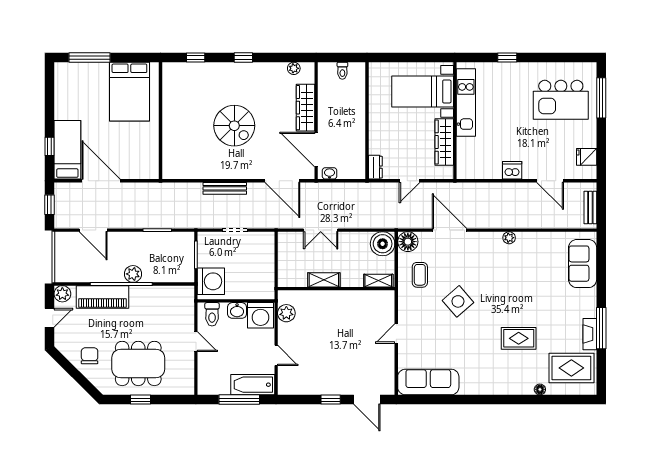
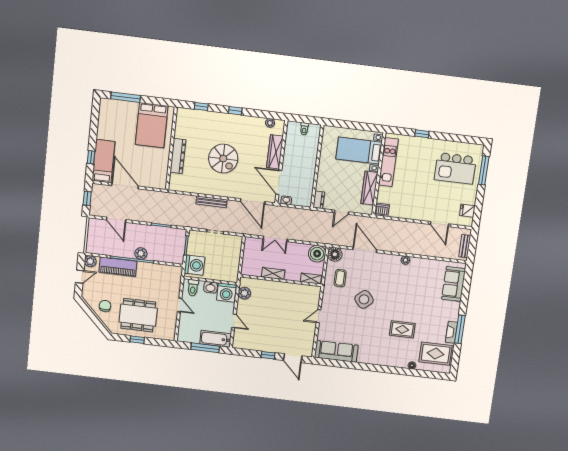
dresser: (171, 130) -> (178, 156), added
dishwasher: (512, 170) -> (382, 210), moved

